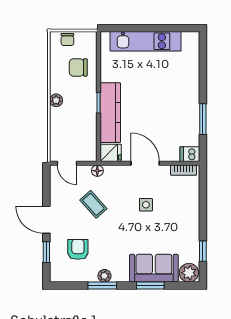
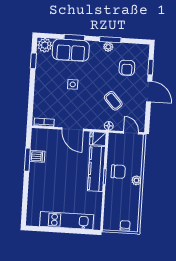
chair: (78, 67) -> (118, 172), moved
dishwasher: (190, 154) -> (37, 156), moved
side table: (146, 205) -> (73, 84), moved

